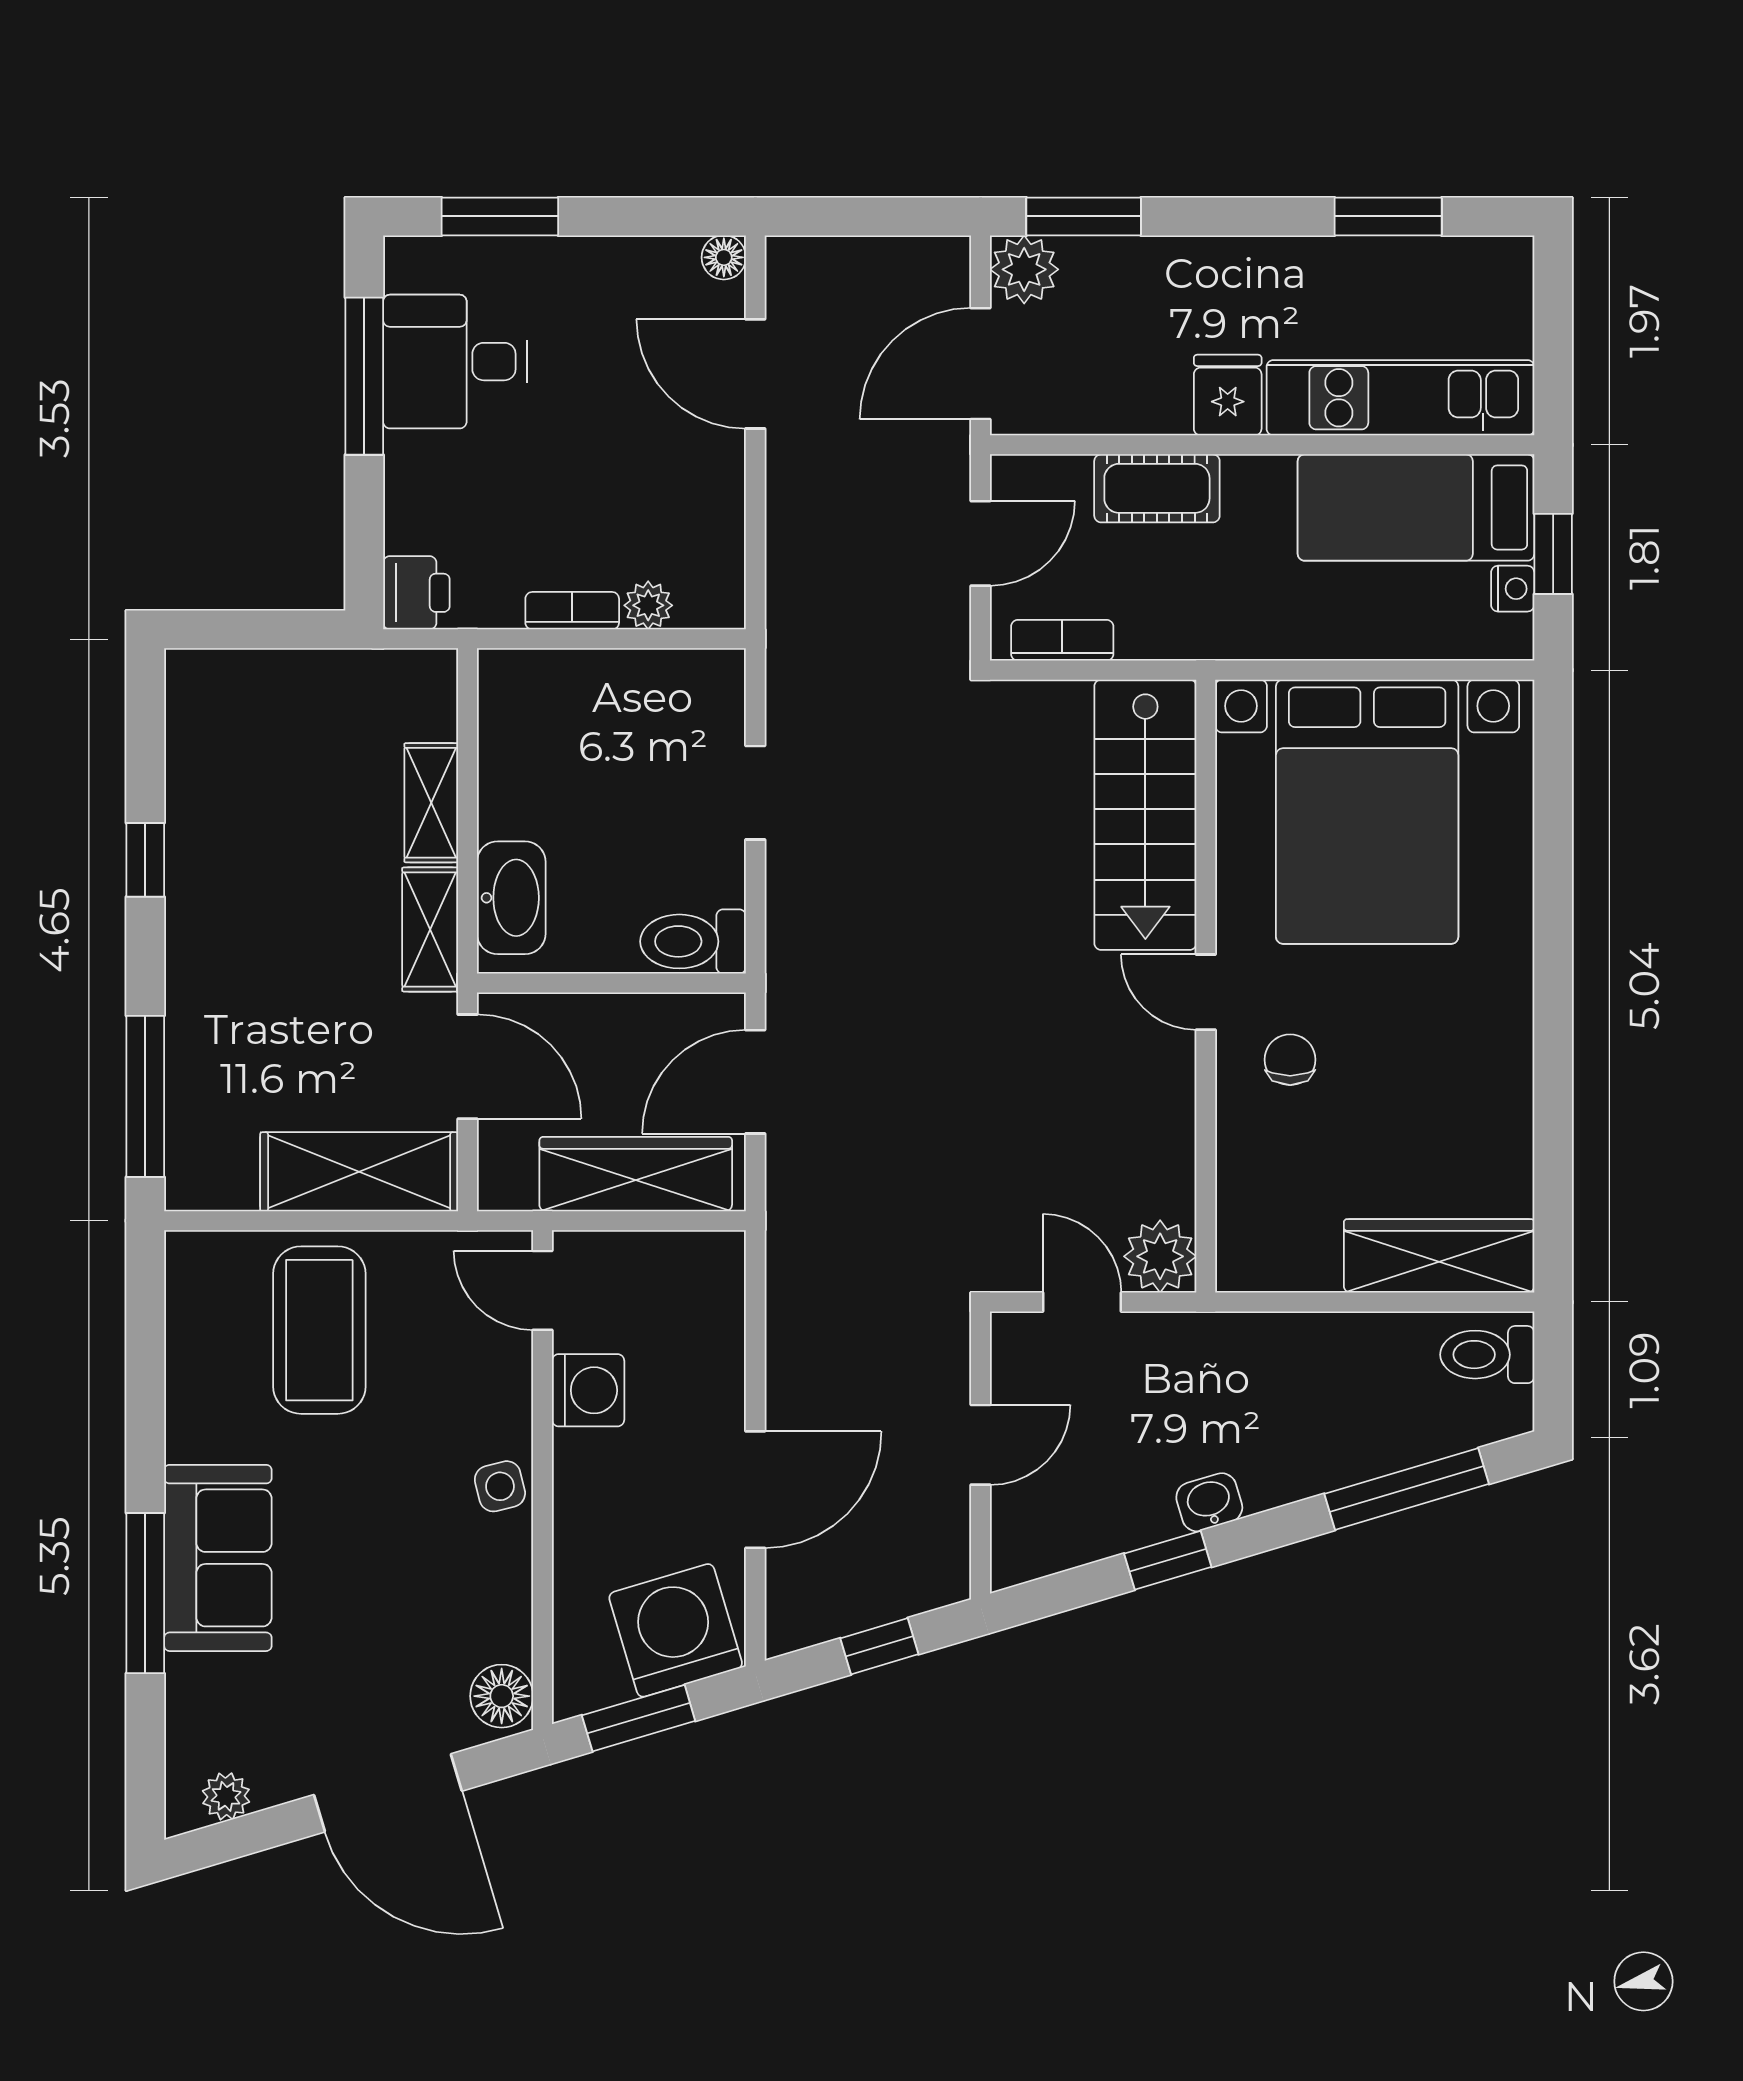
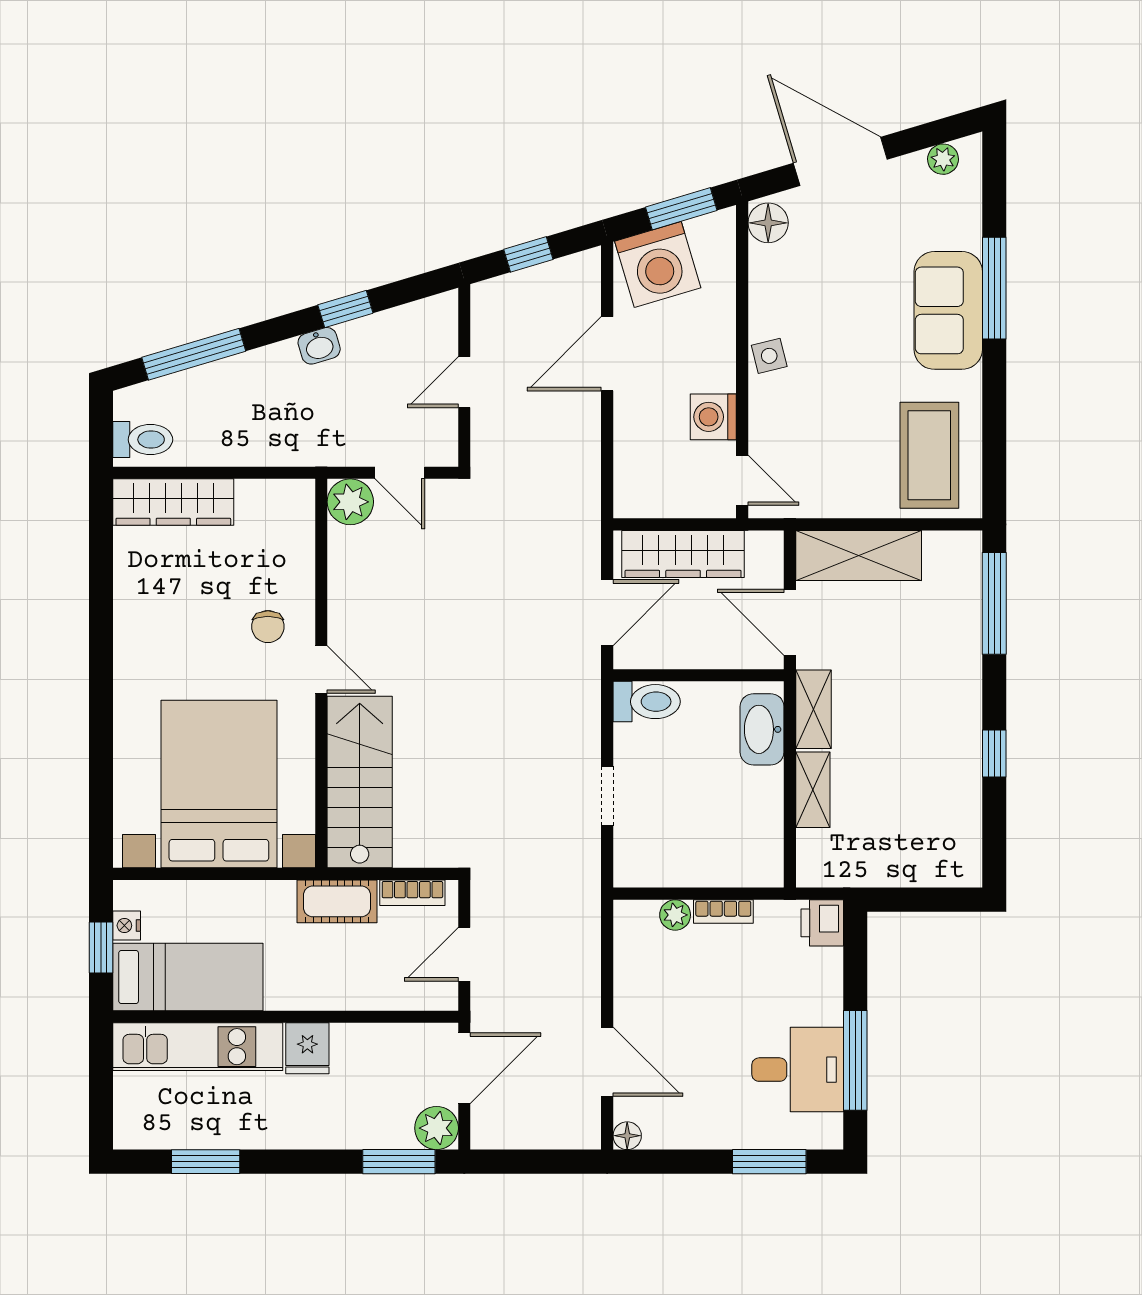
cot: (1157, 488) -> (337, 901), moved
coffee table: (319, 1330) -> (929, 455), moved

